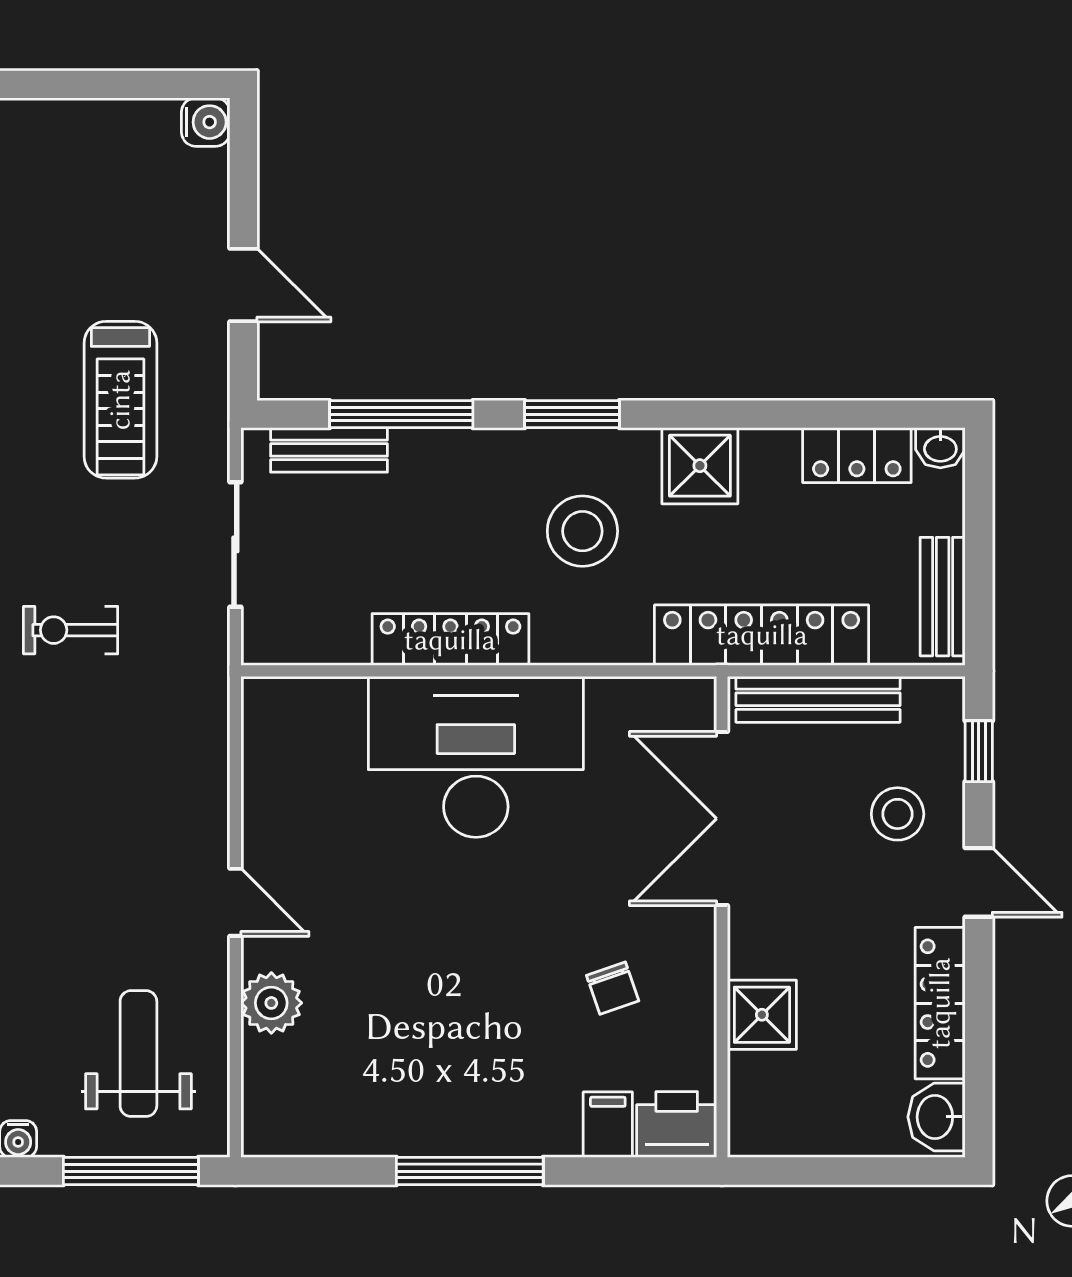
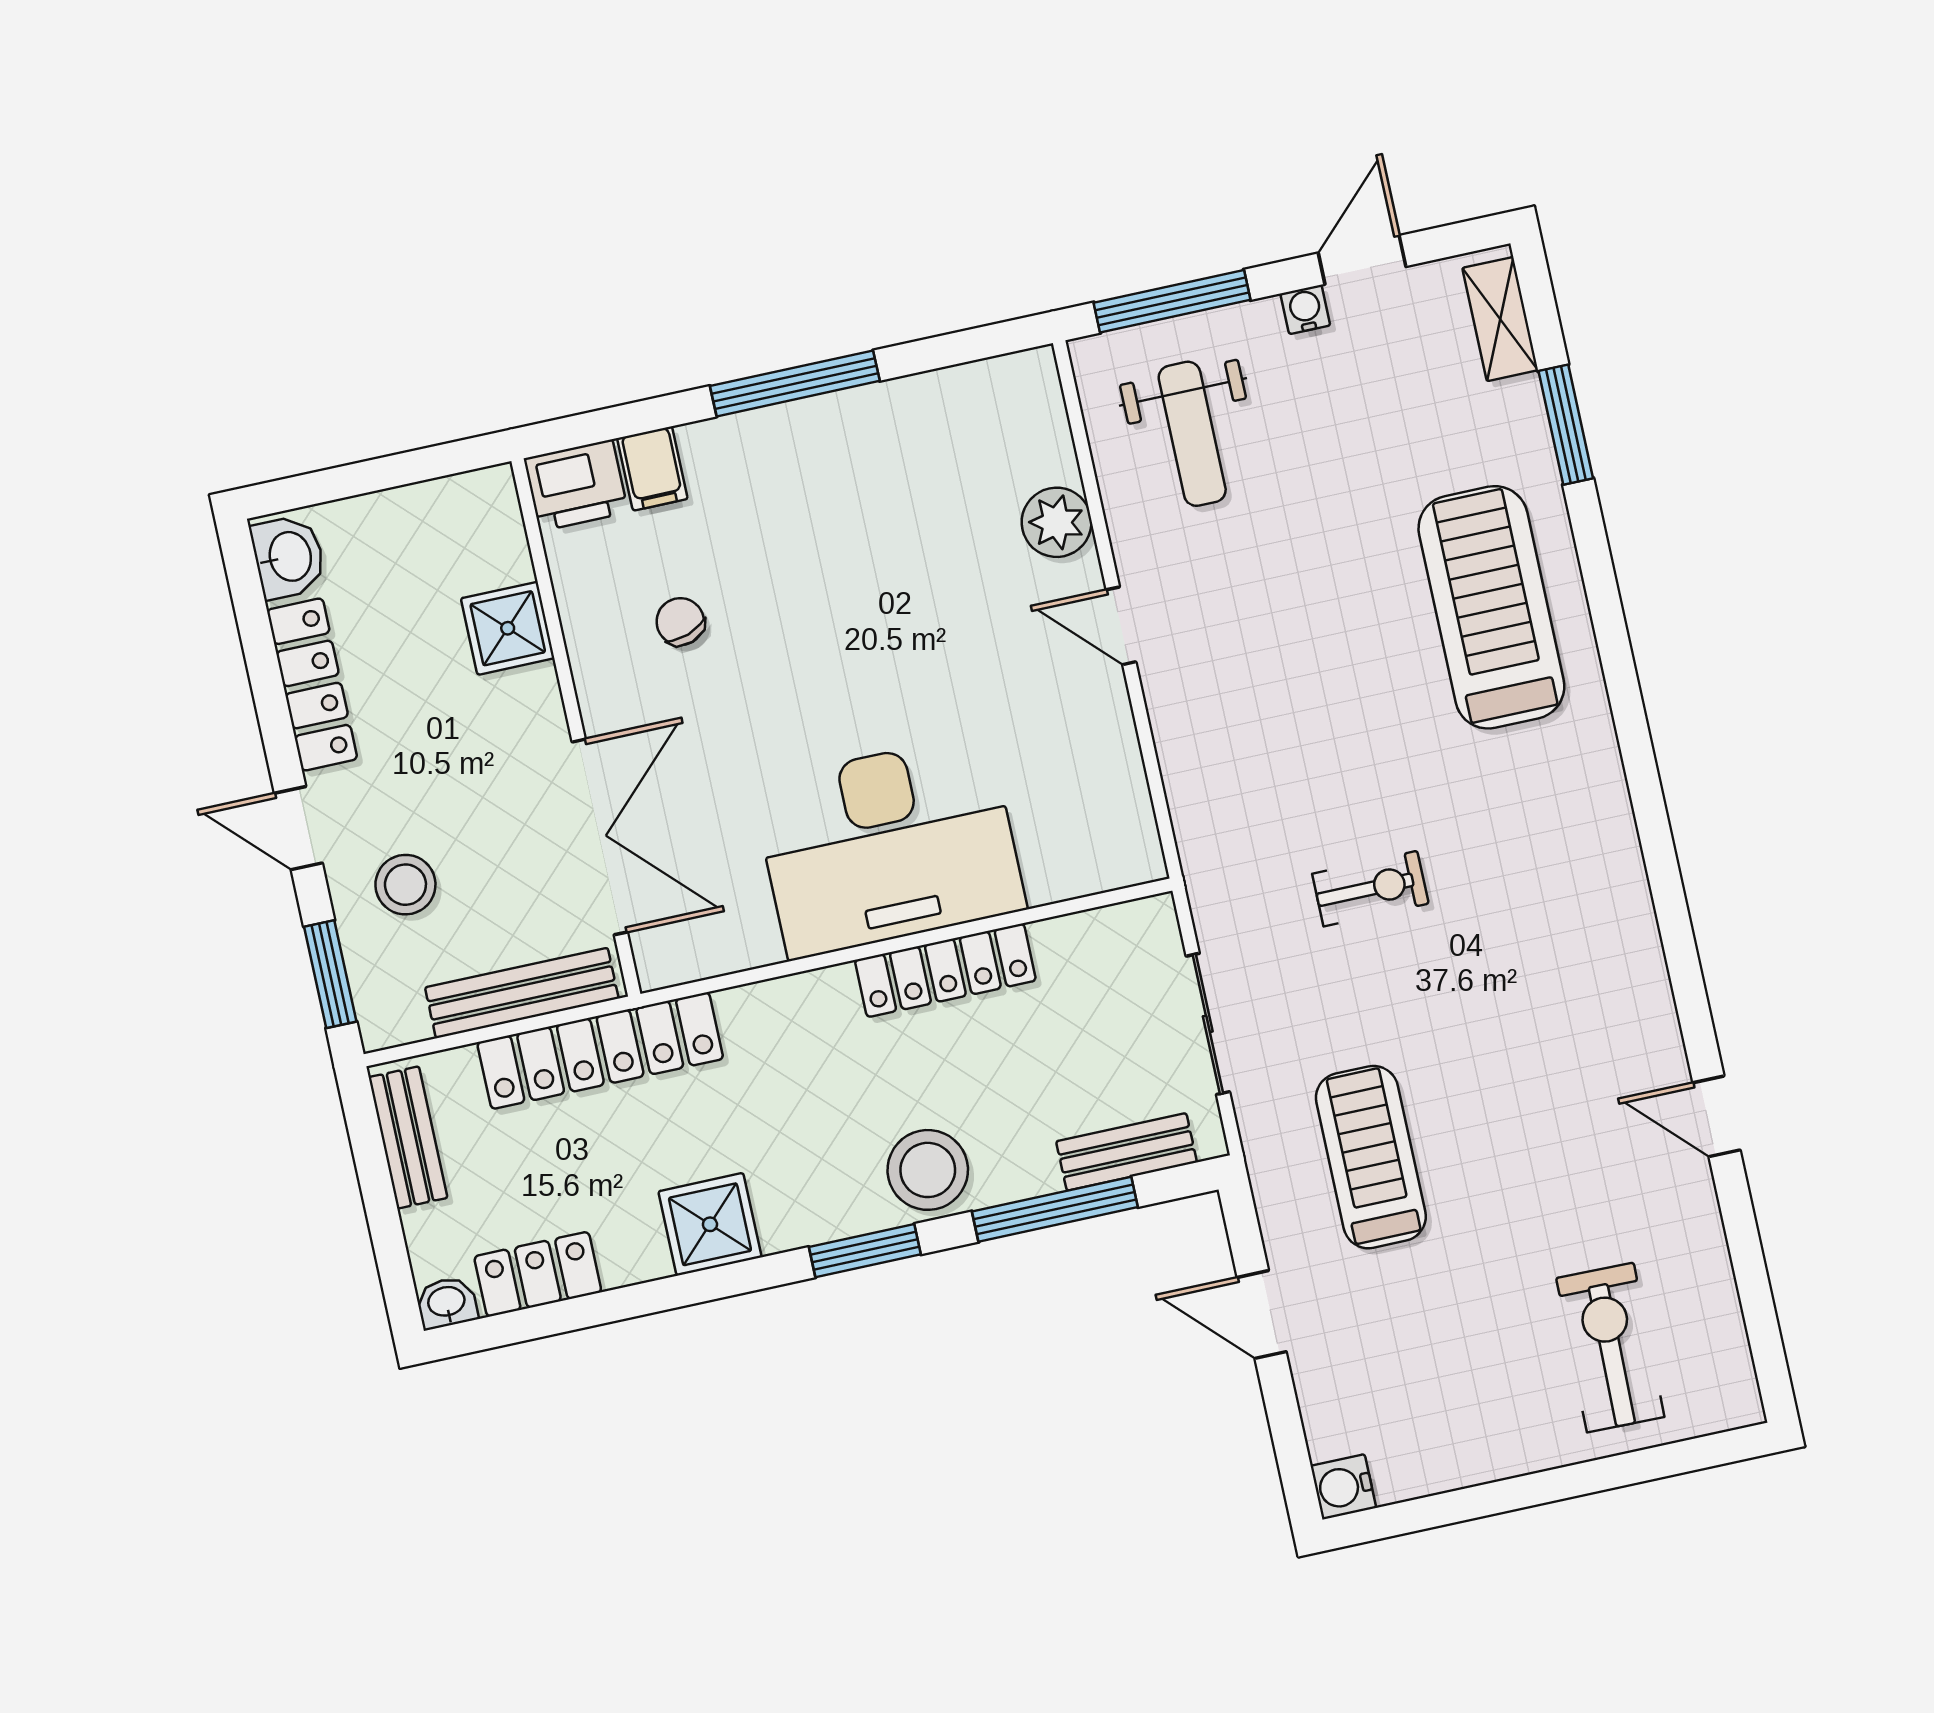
stool: (582, 531) -> (928, 1170), moved
window: (979, 751) -> (330, 974), width x1.50

